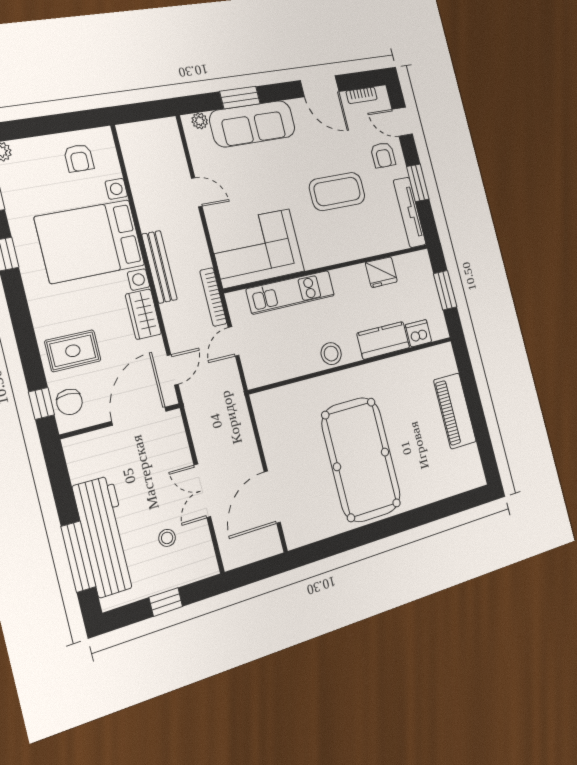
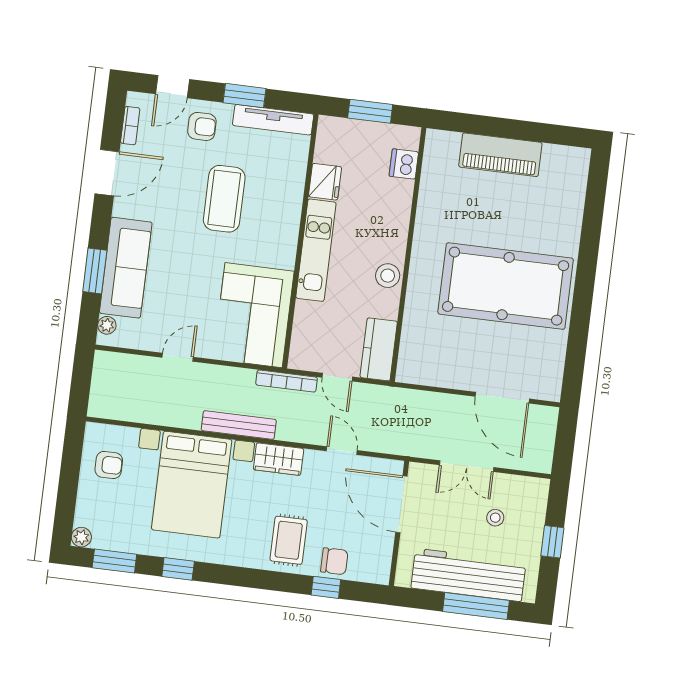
kitchen unit: (291, 292) -> (316, 250), moved
kitchen counter: (383, 340) -> (379, 349), moved
door: (139, 416) -> (401, 504), moved
wall: (121, 421) -> (399, 523), moved

